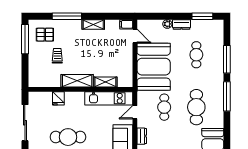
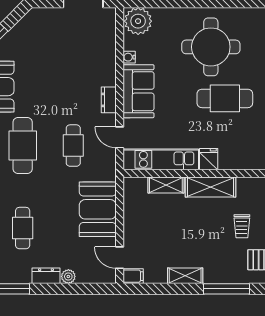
booth: (154, 67) -> (98, 209), width x0.73, depth x0.70
fridge: (58, 98) -> (209, 159), moved
door: (135, 112) -> (120, 137), swing flipped

